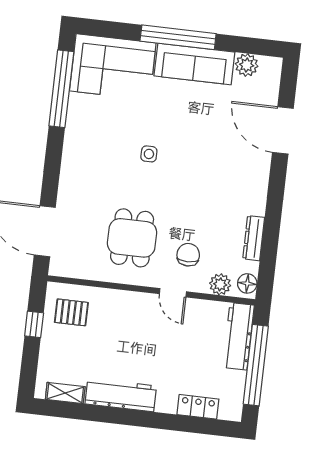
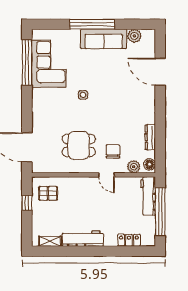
corner sofa: (113, 67) -> (49, 64), moved, turned -90
dining table: (132, 238) -> (79, 145), turned 90

